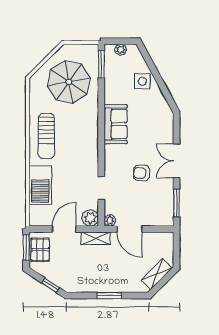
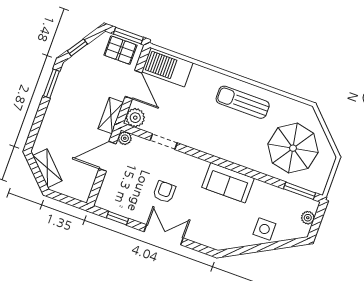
barbecue: (40, 185) -> (167, 67), moved
window: (176, 203) -> (117, 218), width x0.67
window: (109, 296) -> (51, 84), moved

